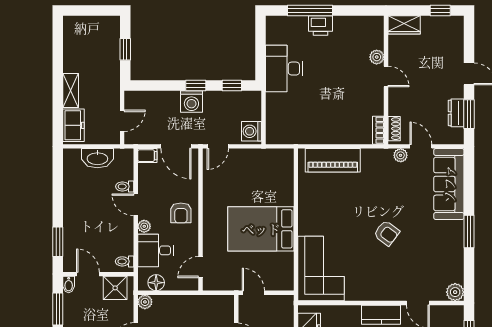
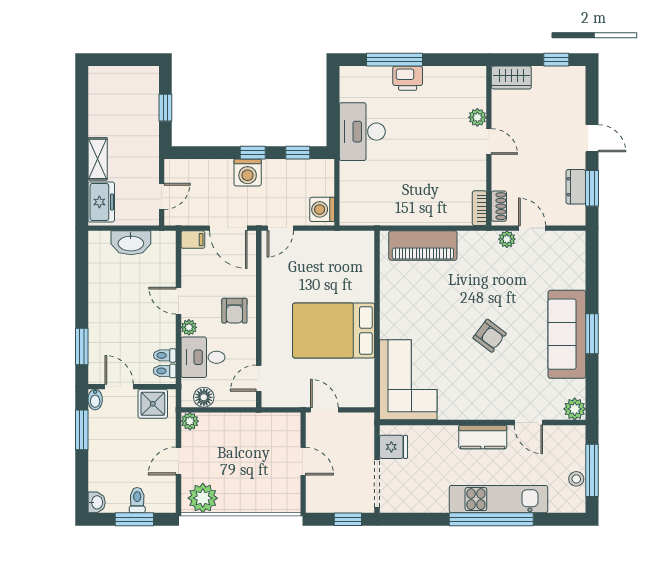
sofa: (449, 184) -> (567, 334), moved
toilet: (125, 187) -> (165, 355), moved

